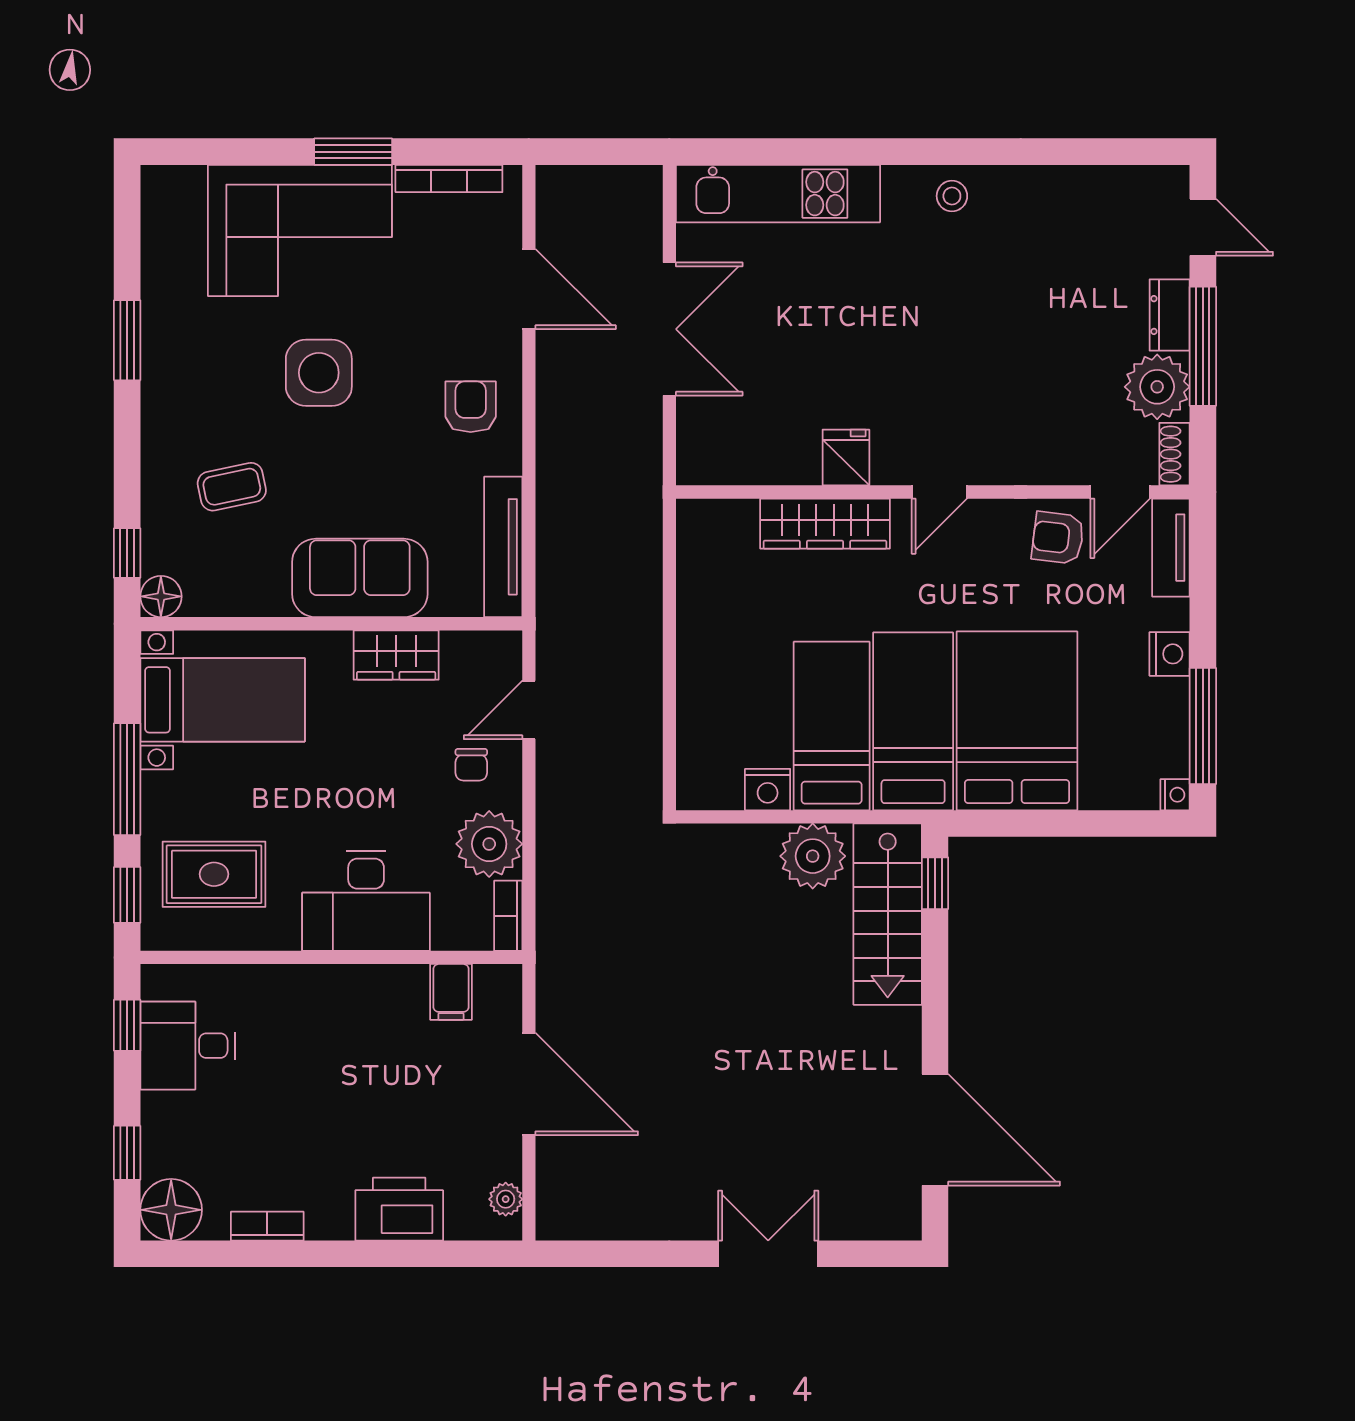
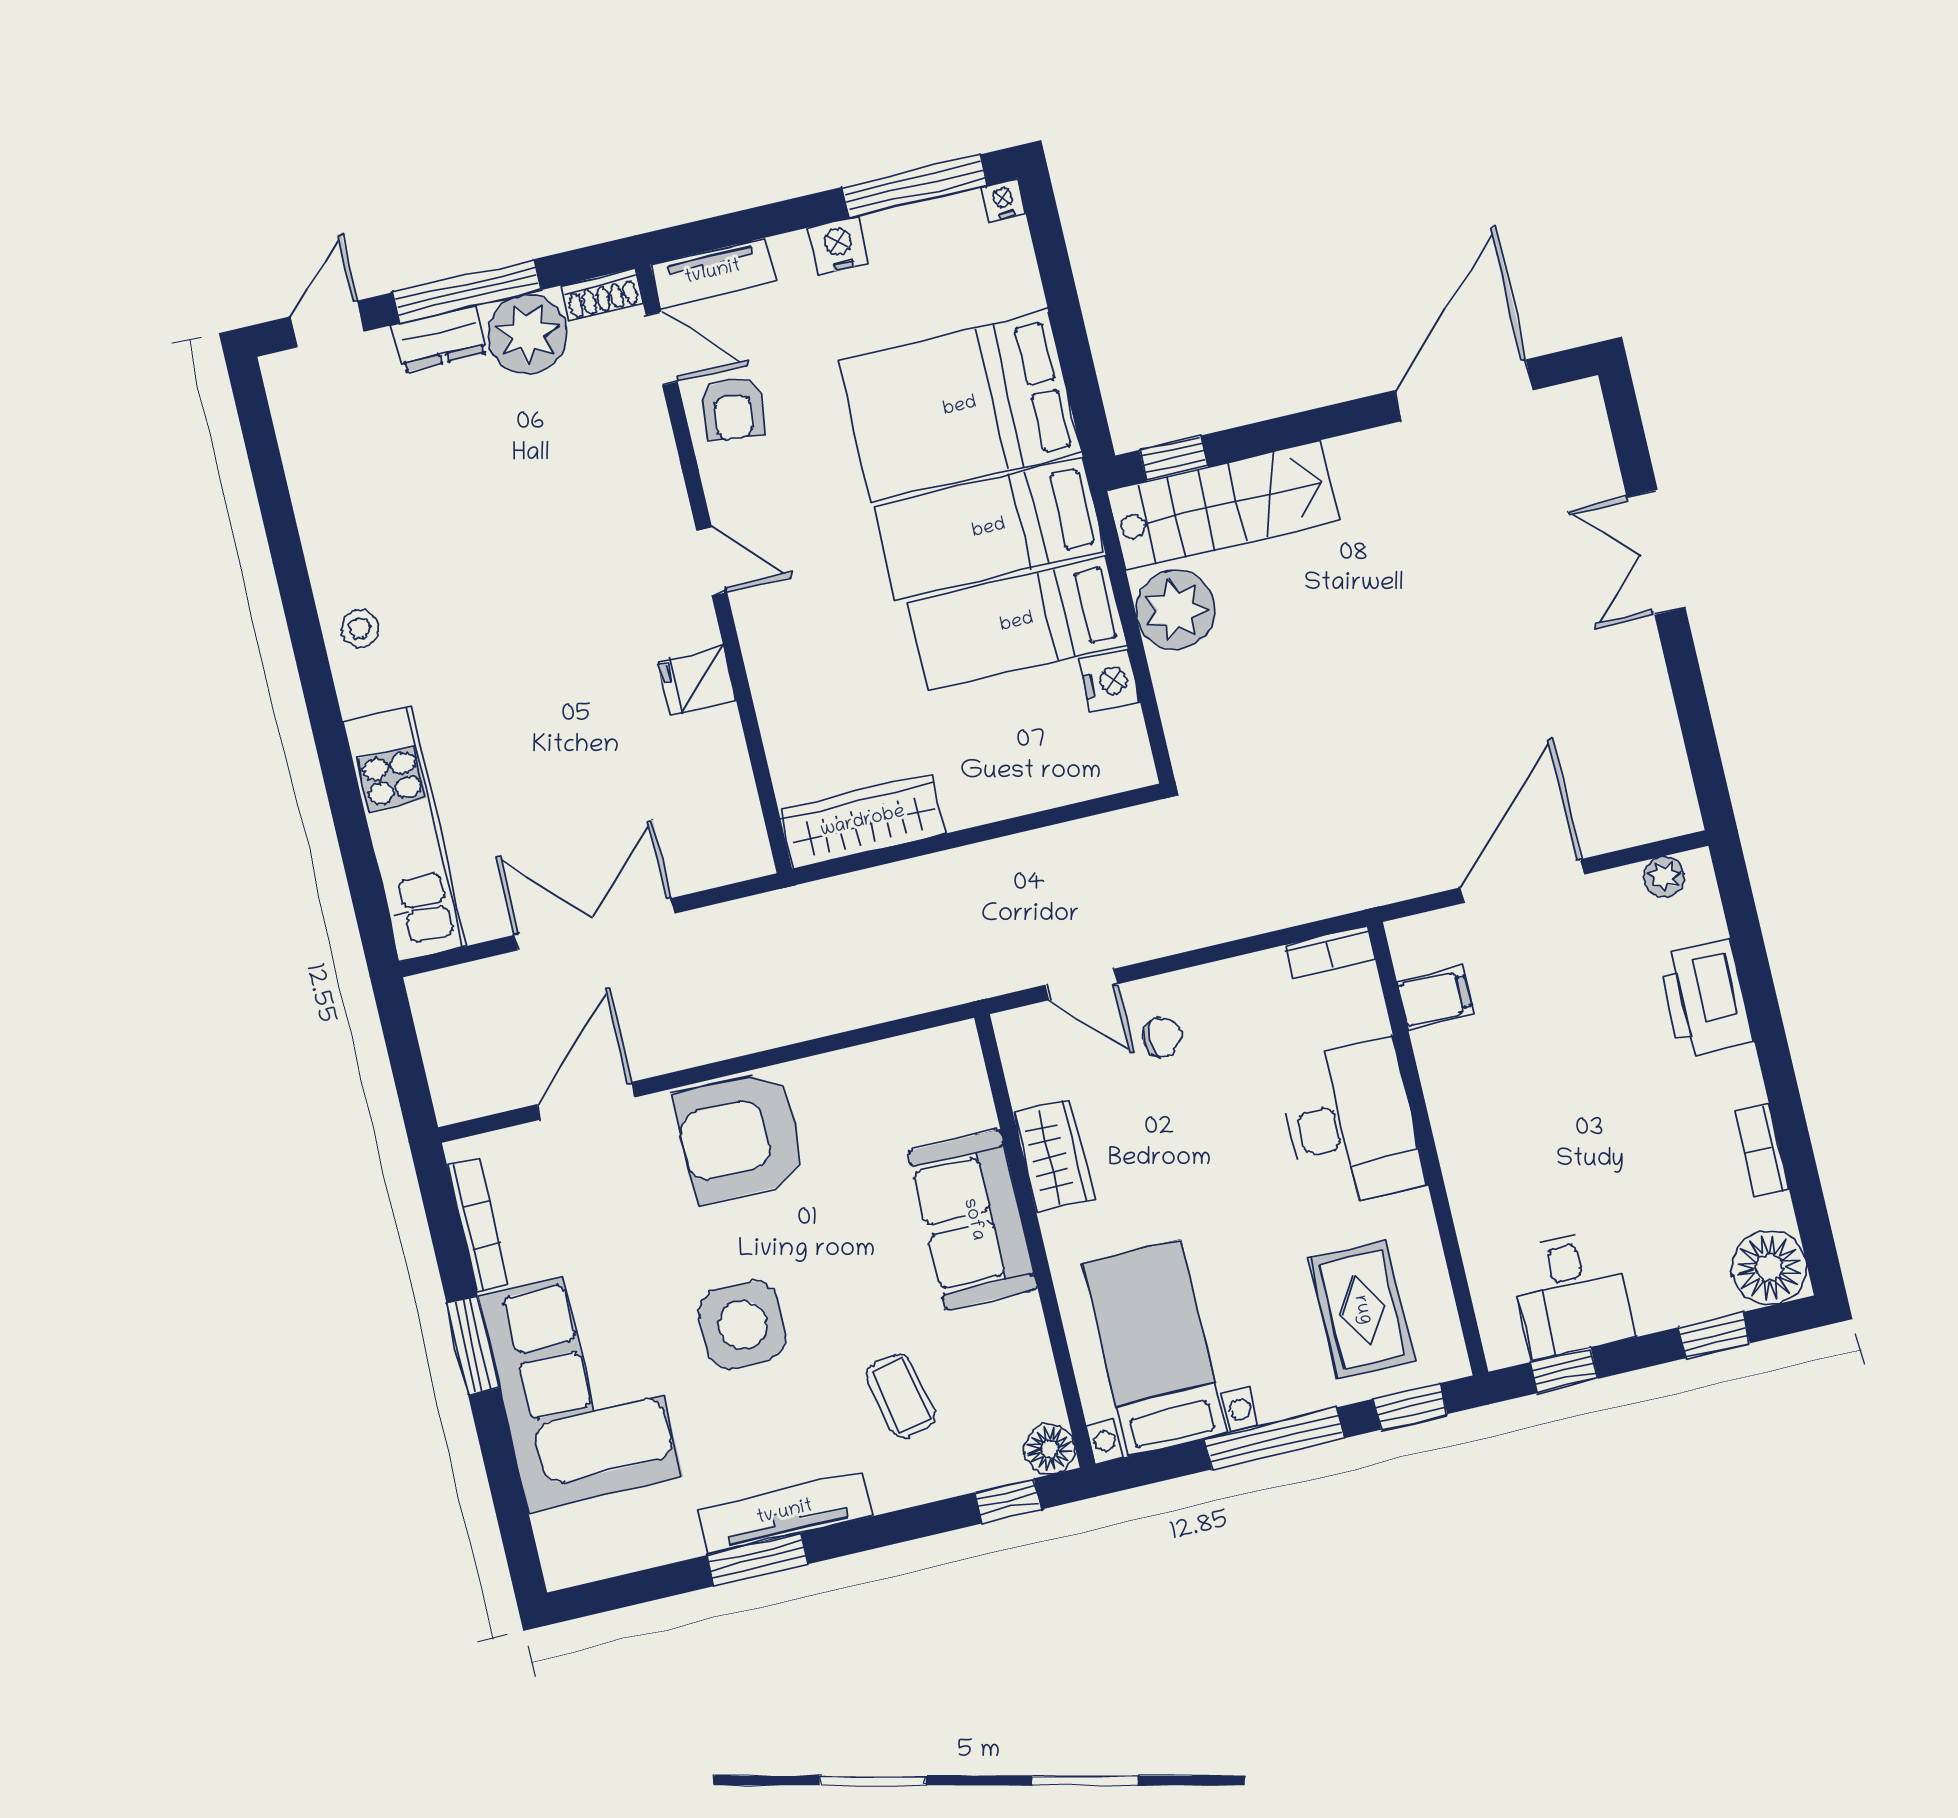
armchair: (471, 407) -> (741, 1137), width x1.88, depth x1.88
wardrobe: (825, 524) -> (863, 822), moved, turned -90
tv unit: (503, 547) -> (785, 1513), moved, turned 180
plant: (489, 844) -> (1251, 994), removed

